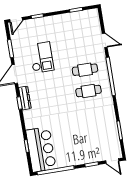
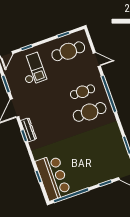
cafe table: (78, 27) -> (68, 51), added
checkout: (42, 57) -> (32, 69), moved
cafe table: (88, 91) -> (90, 112), width x1.37, depth x1.35

